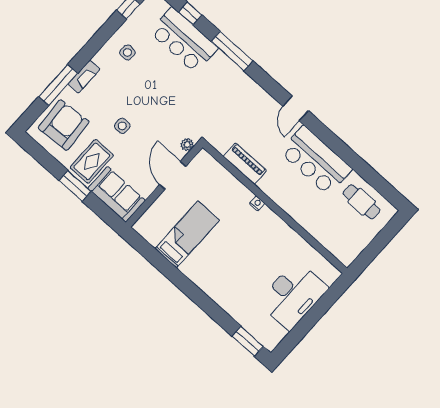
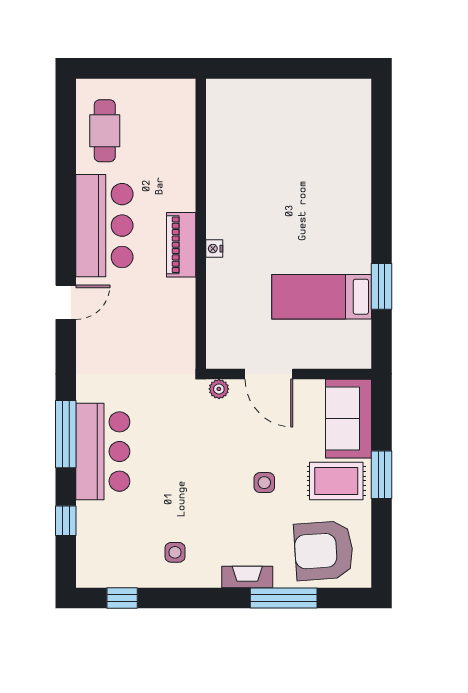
bar counter: (184, 40) -> (103, 452), moved
piano: (245, 164) -> (181, 245), moved
door: (173, 175) -> (269, 374), hinge flipped
desk: (293, 295) -> (282, 113), removed
window: (248, 341) -> (381, 286), moved

